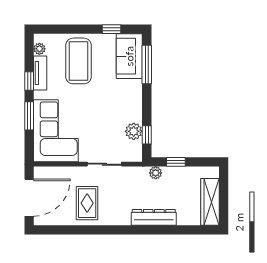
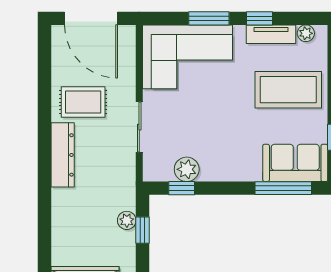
plant: (156, 173) -> (127, 220), moved
dresser: (154, 217) -> (63, 155), moved

